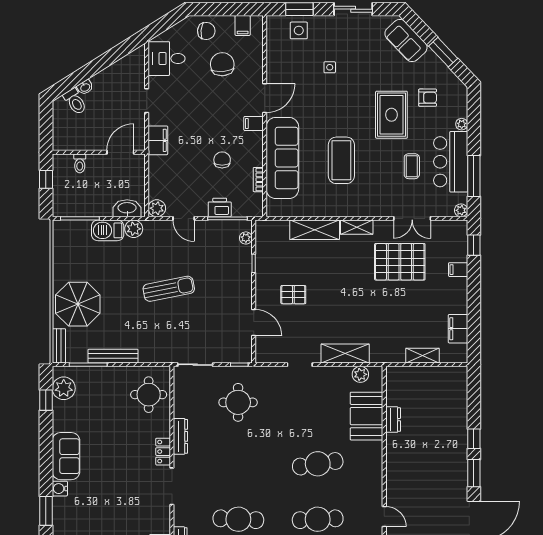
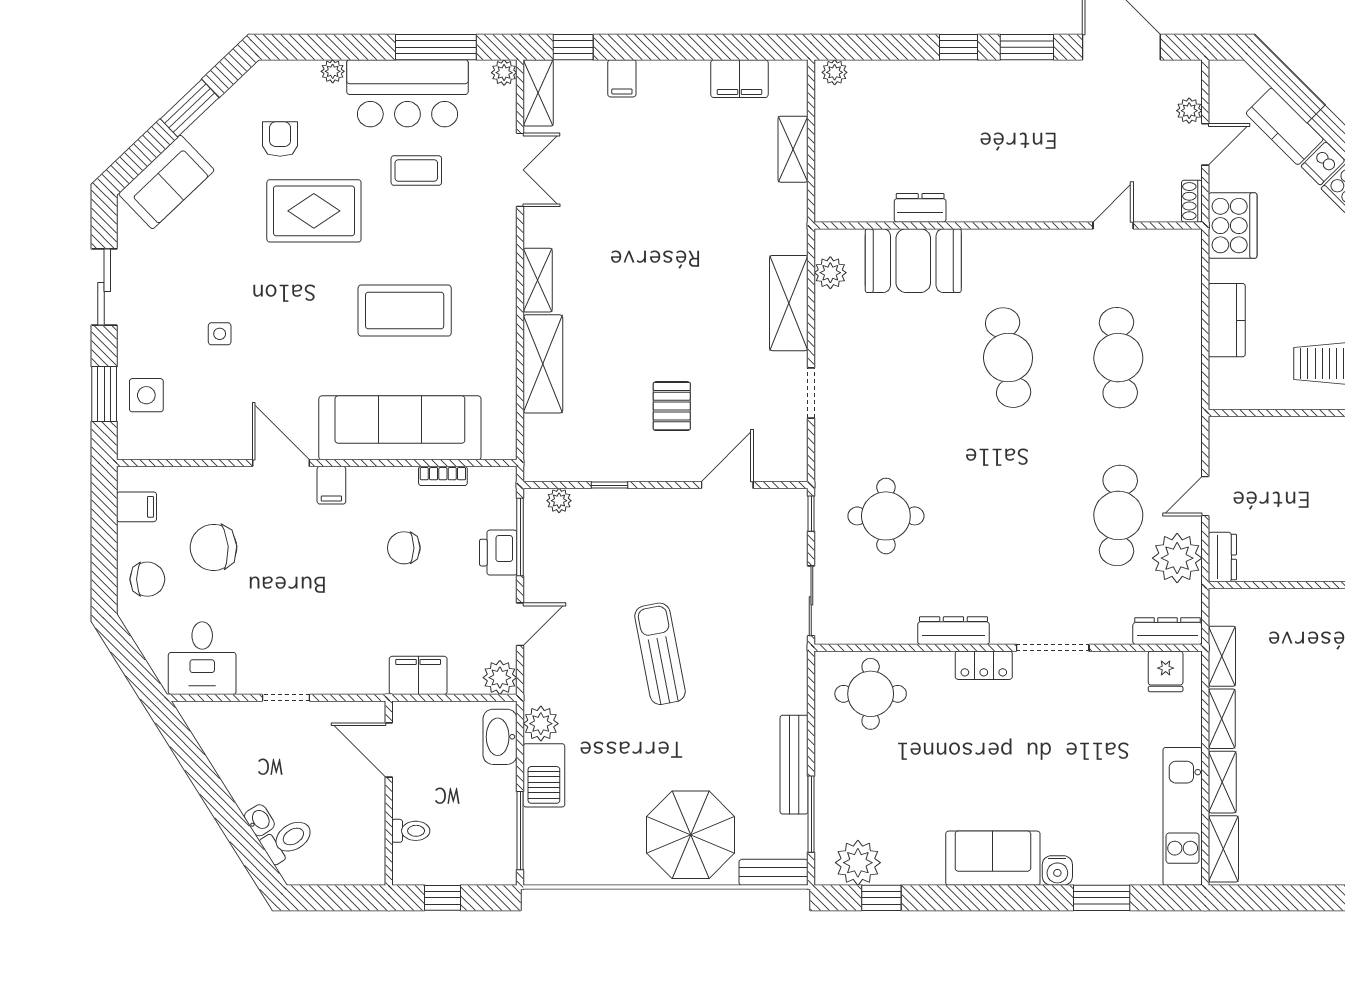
chair: (206, 31) -> (147, 579), turned 85
filing cabinet: (158, 140) -> (418, 675), moved
shelving: (451, 227) -> (538, 93), added
pallet: (400, 262) -> (606, 194), removed
plant: (461, 377) -> (835, 72), added

